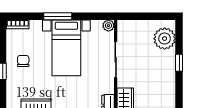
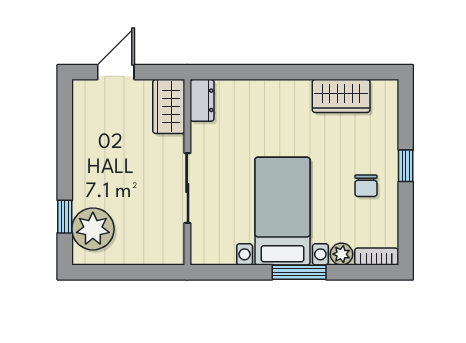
plant: (108, 26) -> (341, 254), moved
window: (179, 63) -> (65, 217), moved

